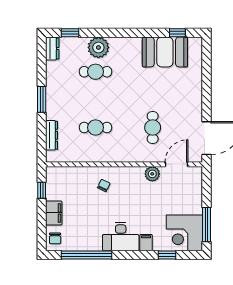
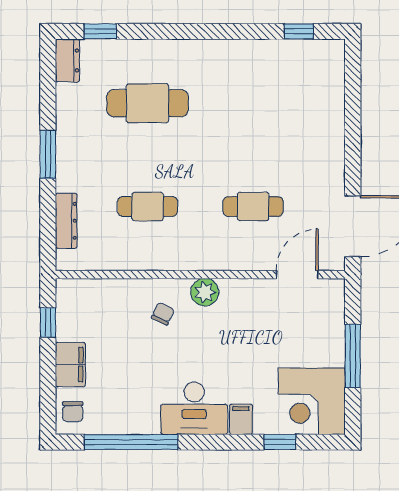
plant: (98, 47) -> (153, 59), removed
booth: (165, 52) -> (276, 67), removed
cafe table: (96, 72) -> (148, 103), width x1.37, depth x1.35
cafe table: (153, 128) -> (253, 206), turned 90
plant: (152, 174) -> (205, 292), moved
window: (207, 225) -> (353, 356), moved

